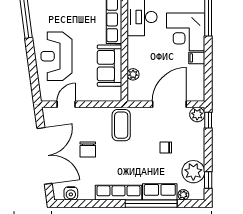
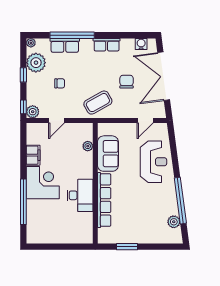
filing cabinet: (197, 58) -> (33, 155), width x2.00
door: (169, 104) -> (57, 120), width x0.53
coffee table: (121, 125) -> (98, 103), turned 61
window: (208, 180) -> (23, 75), moved
row of seats: (118, 193) -> (107, 45), width x0.68
plant: (183, 195) -> (31, 43), moved

